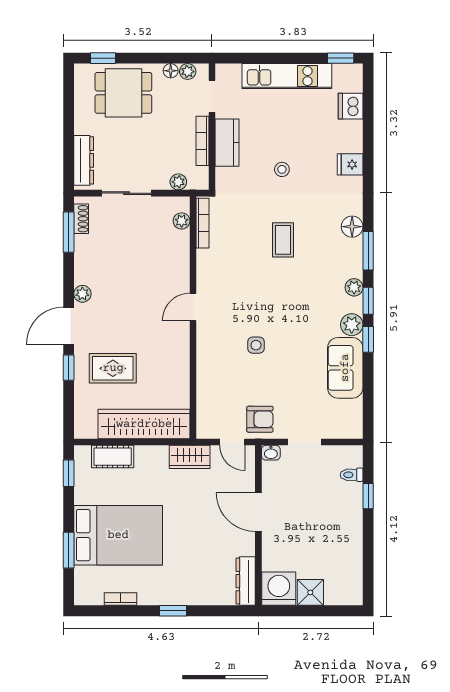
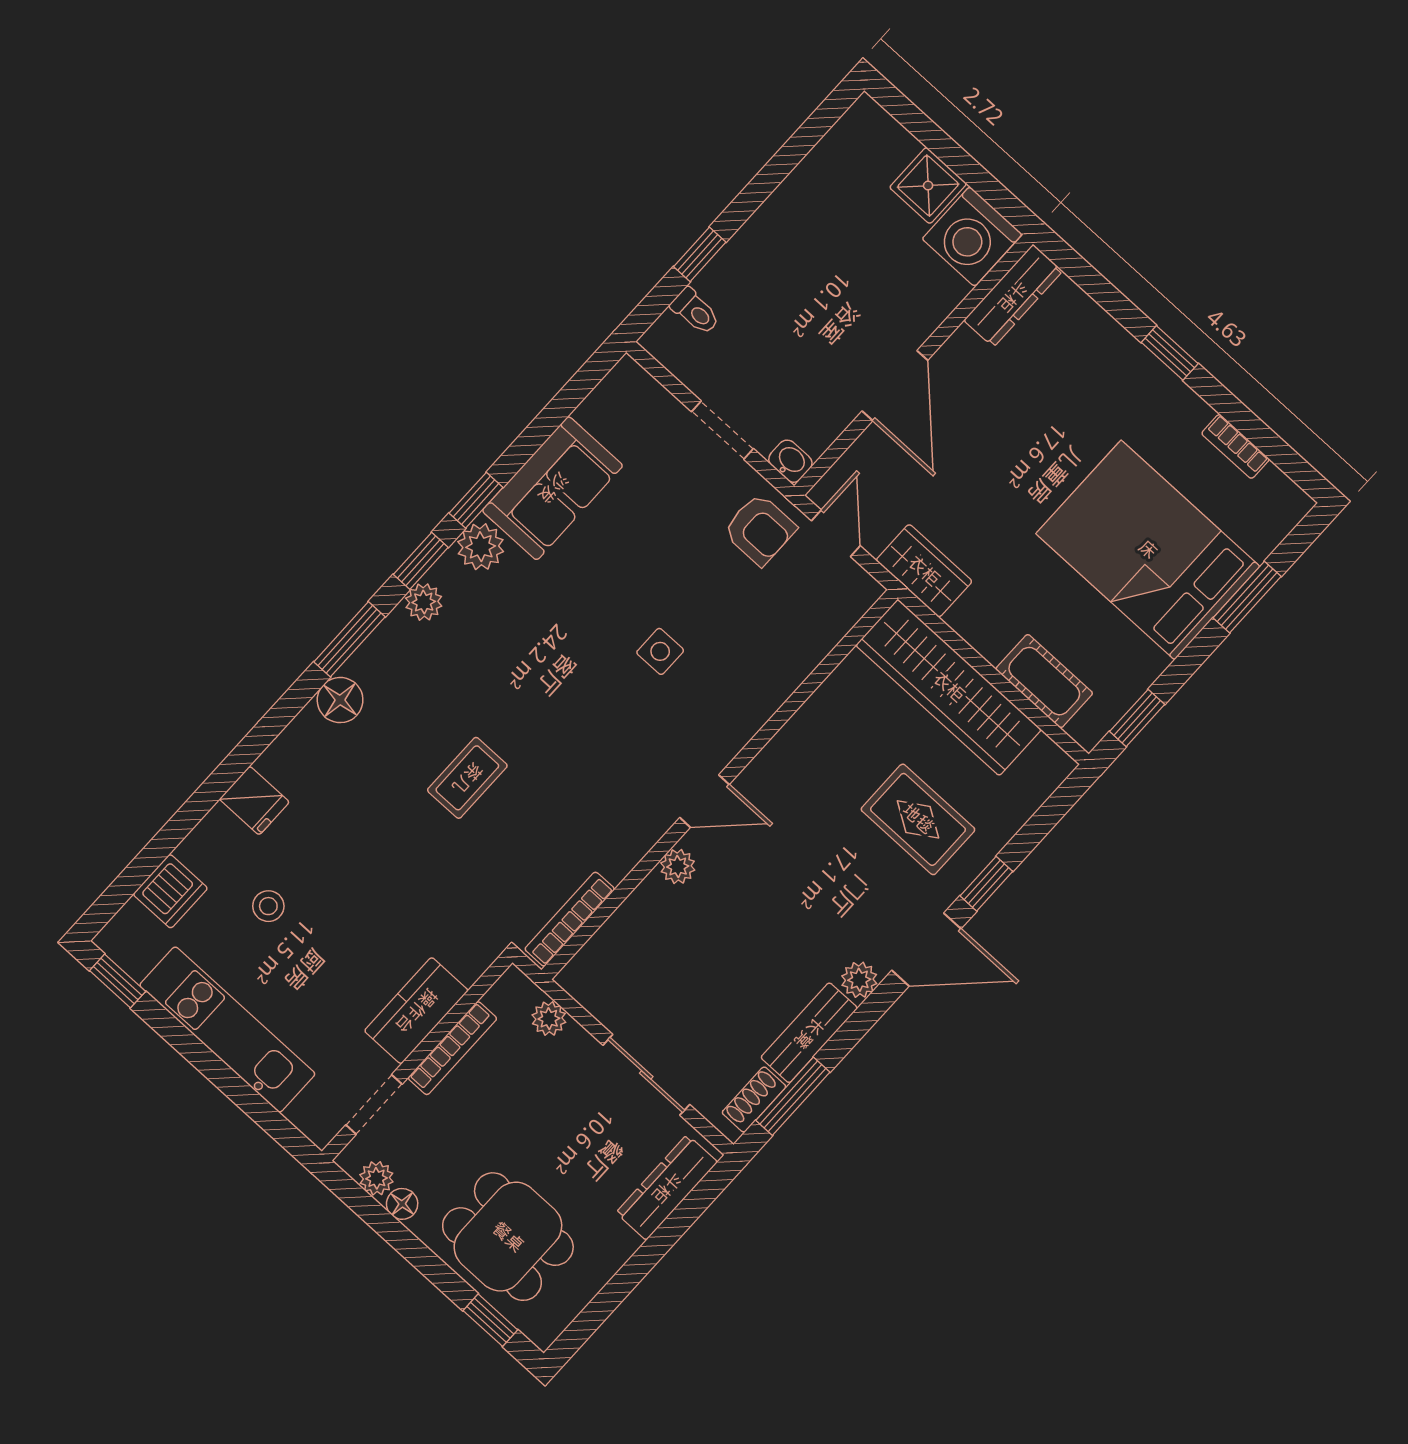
stool: (282, 169) -> (268, 906), moved
plant: (182, 221) -> (678, 866), moved
bench: (83, 259) -> (809, 1033), added
armchair: (260, 419) -> (760, 529), turned 180

